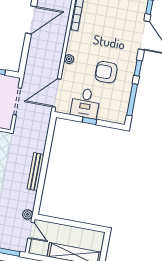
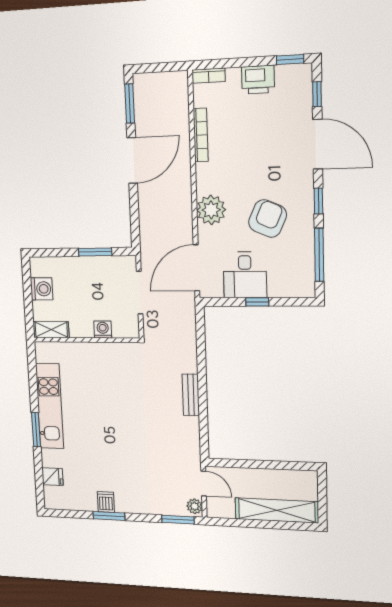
plant: (69, 59) -> (211, 210), width x1.88, depth x1.88
armchair: (106, 72) -> (268, 218), turned 114
bench: (35, 172) -> (191, 395), width x0.73
plant: (27, 214) -> (195, 506), moved

